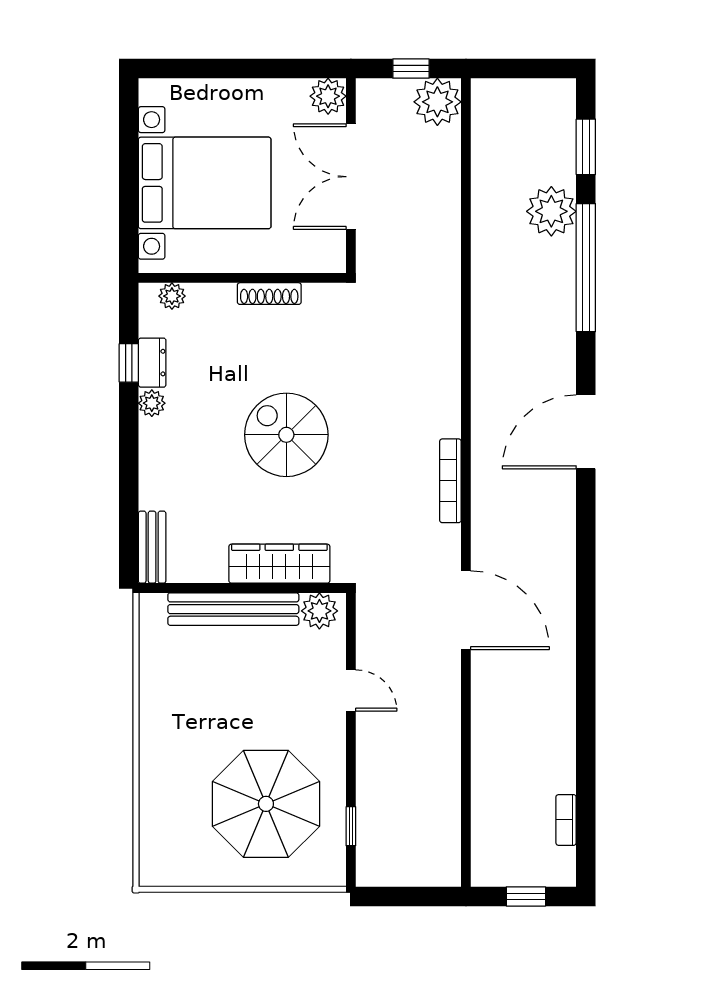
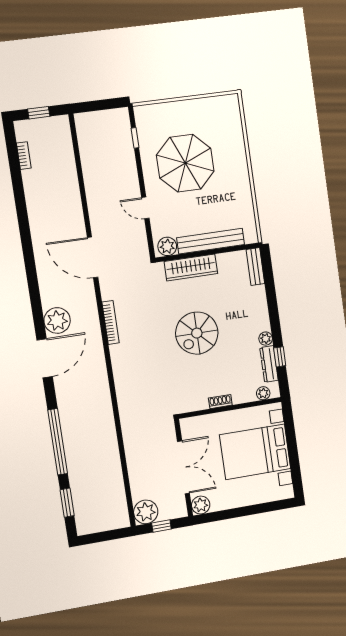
plant: (551, 211) -> (57, 320), moved
shoe rack: (269, 294) -> (220, 402), width x0.70
dresser: (152, 363) -> (269, 364), width x1.44
spiral stairs: (286, 435) -> (197, 333), turned 90
parasol: (266, 804) -> (185, 163), moved

